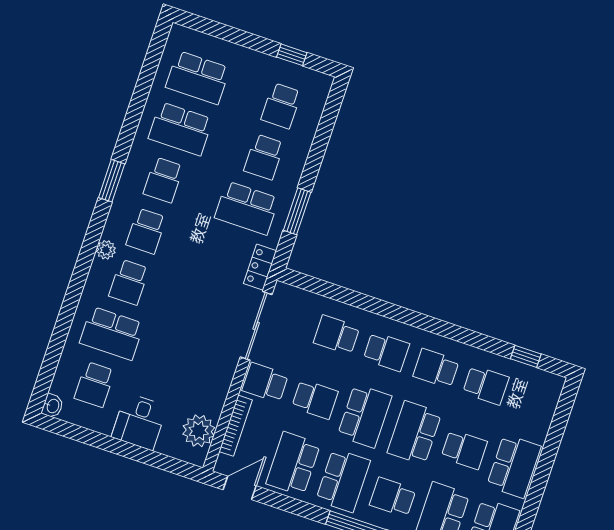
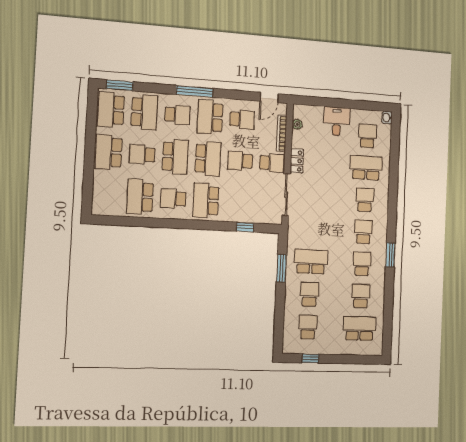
school desk: (181, 129) -> (361, 296), width x0.54
plant: (106, 250) -> (383, 215), removed
locker: (260, 267) -> (297, 161), moved
school desk: (337, 335) -> (238, 202), removed
school desk: (386, 352) -> (206, 200), width x1.85
window: (526, 356) -> (245, 227), moved
school desk: (436, 368) -> (173, 199), turned 180
school desk: (486, 385) -> (140, 197), width x1.85
school desk: (365, 416) -> (208, 159), turned 180
plant: (199, 431) -> (297, 124), width x0.53, depth x0.53
school desk: (293, 464) -> (242, 120), width x0.54

